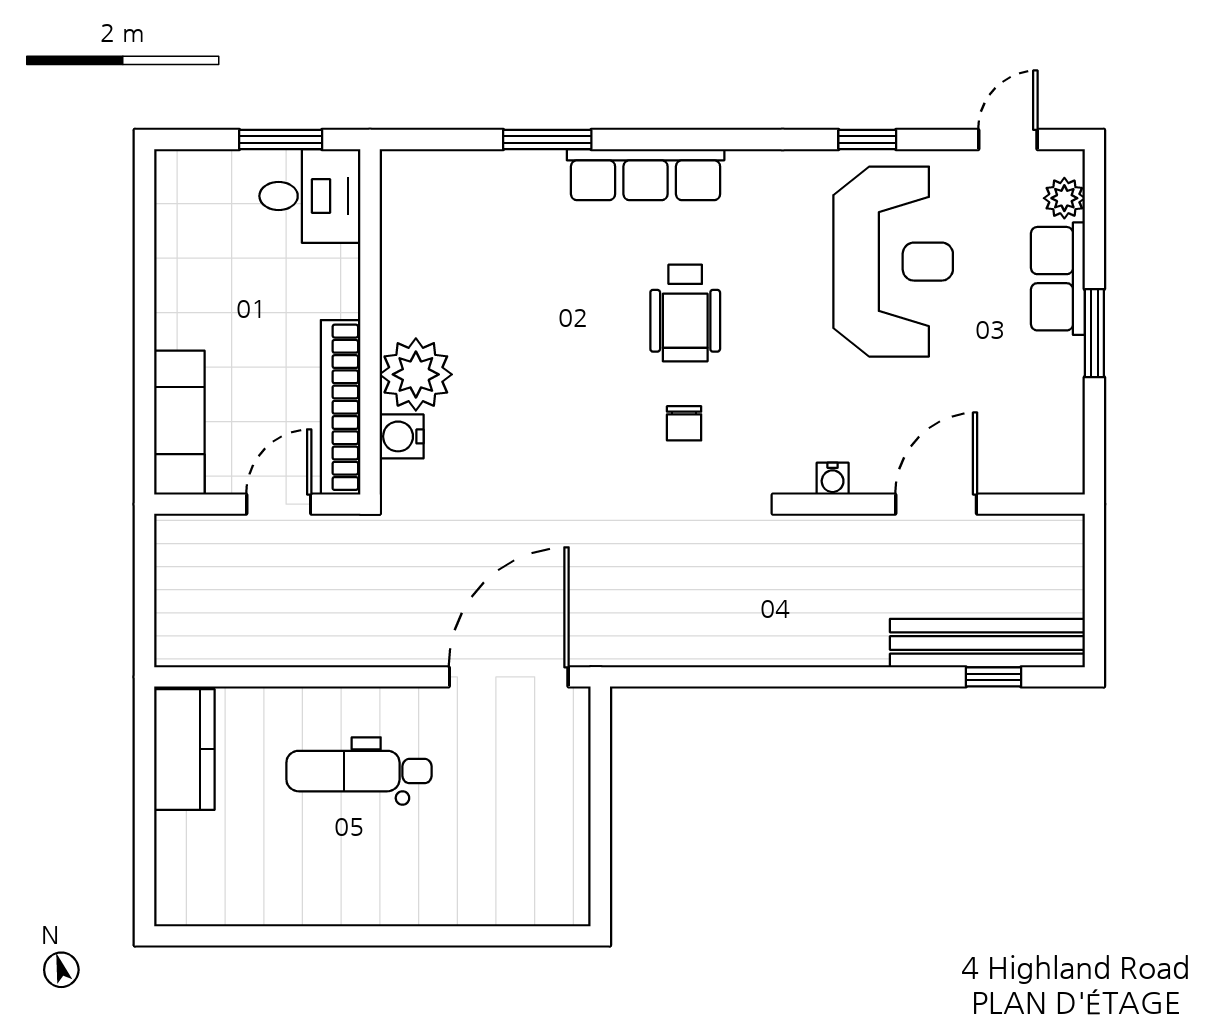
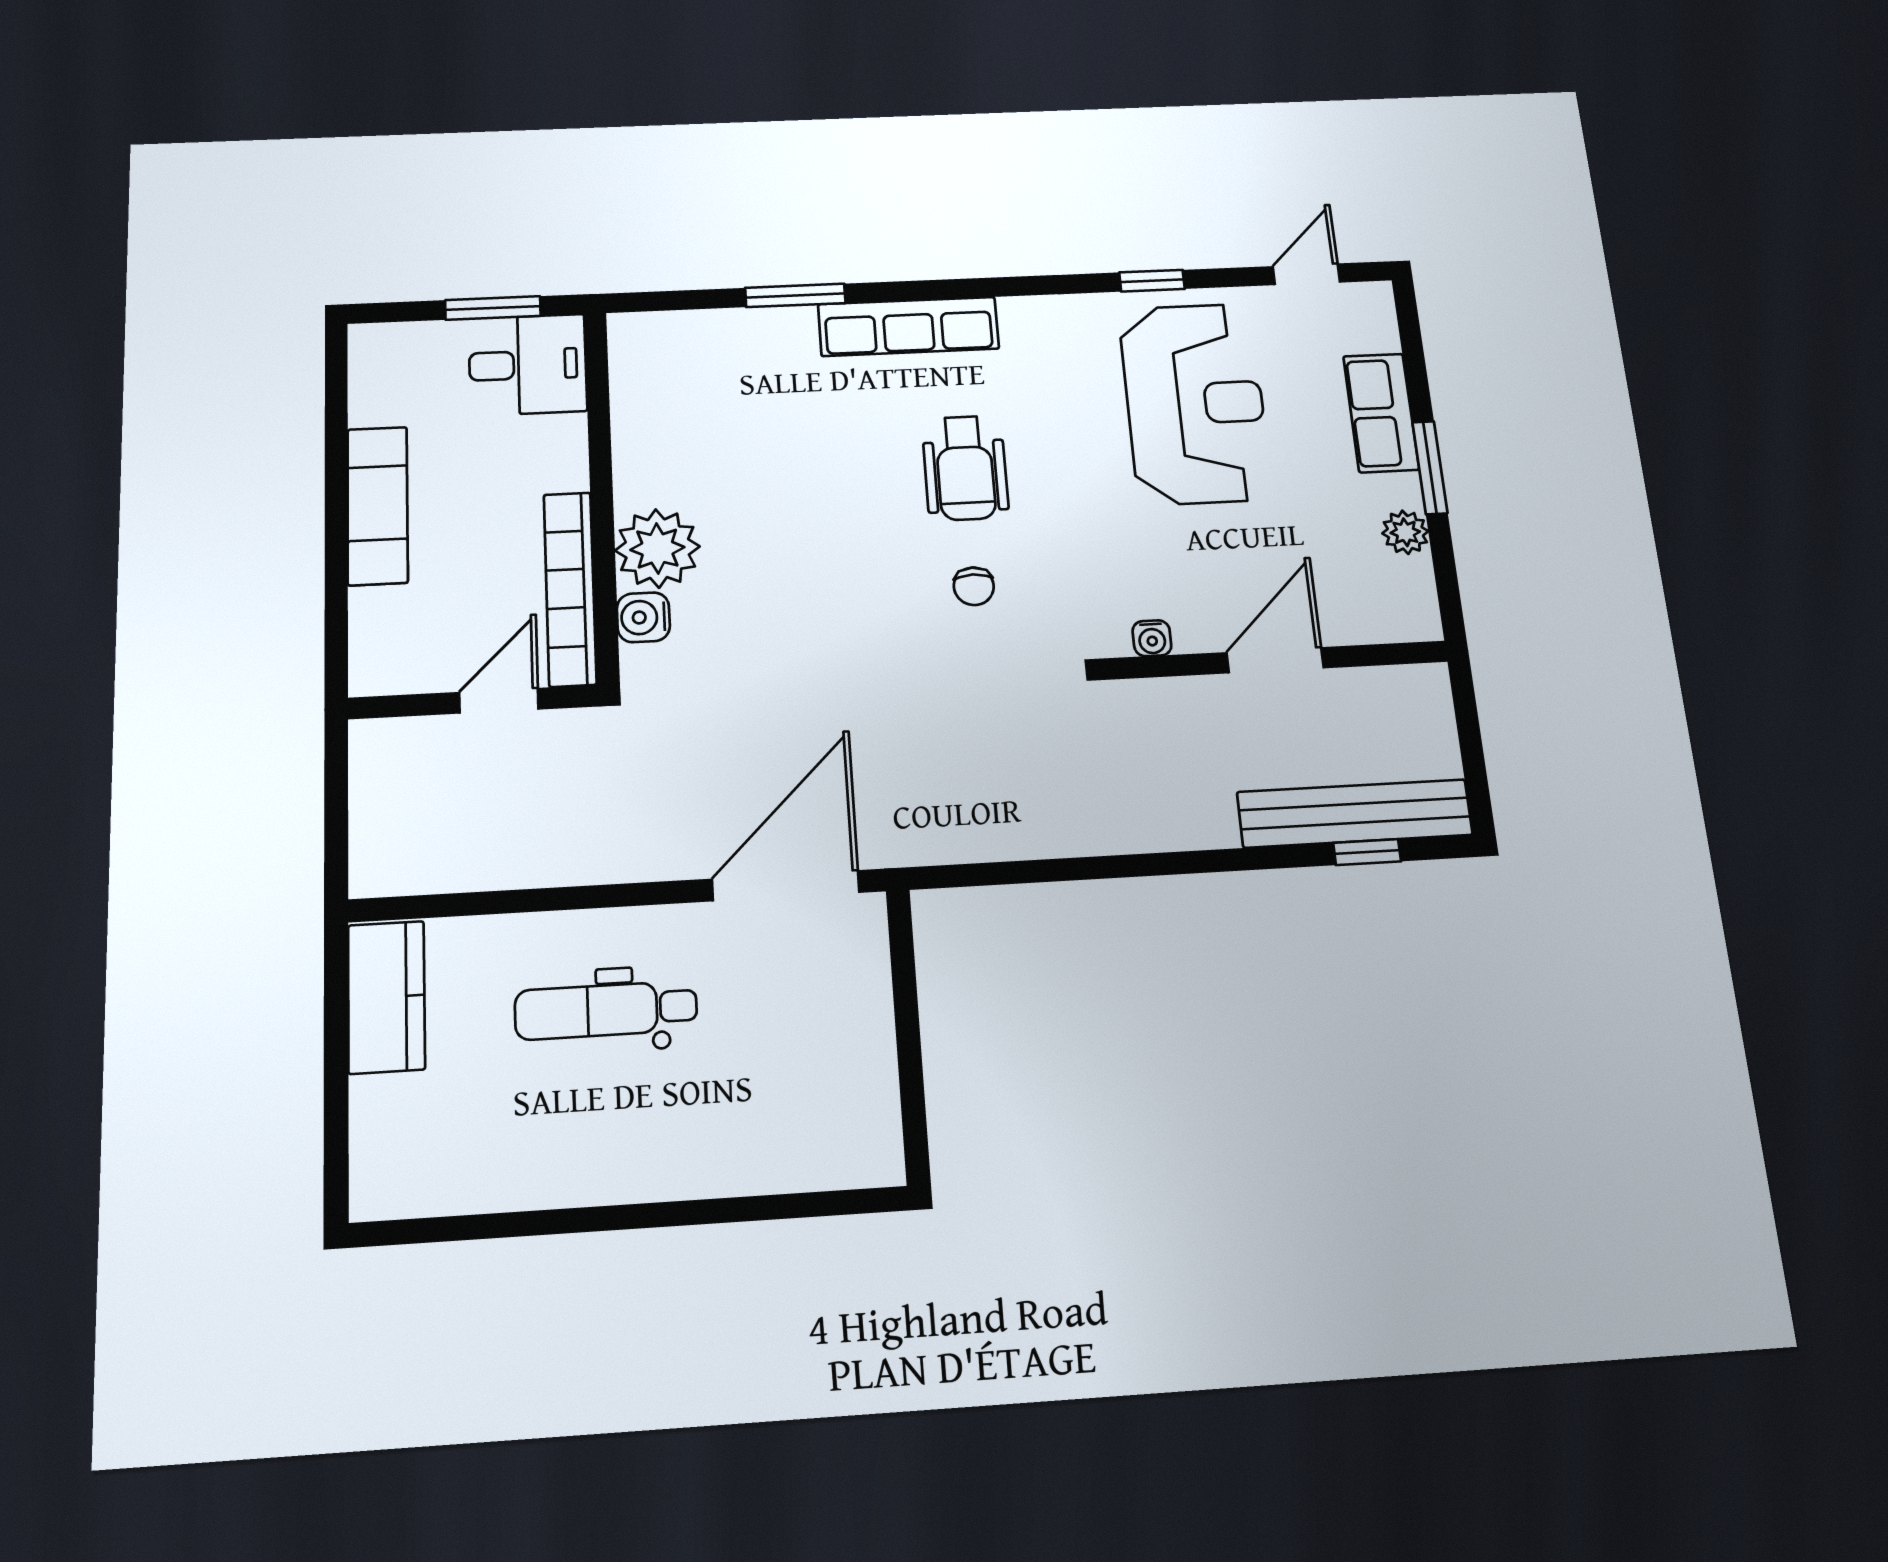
plant: (1064, 198) -> (1405, 532), moved
exam couch: (179, 423) -> (377, 506), moved

